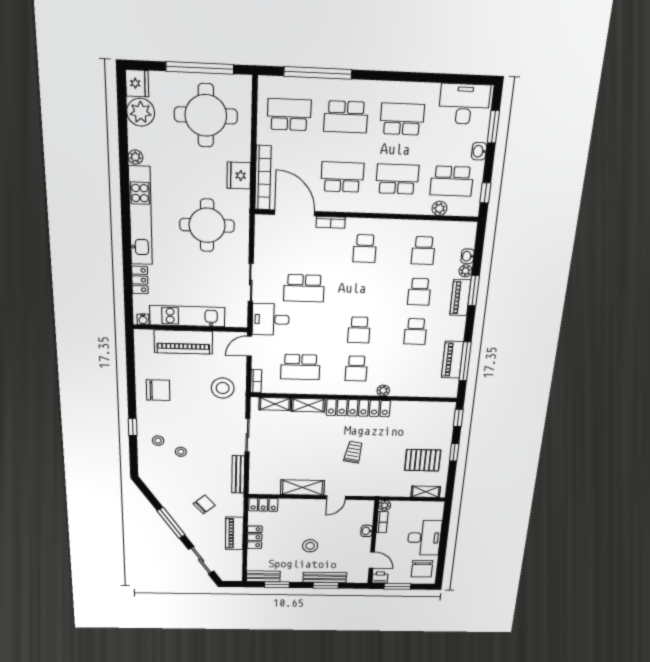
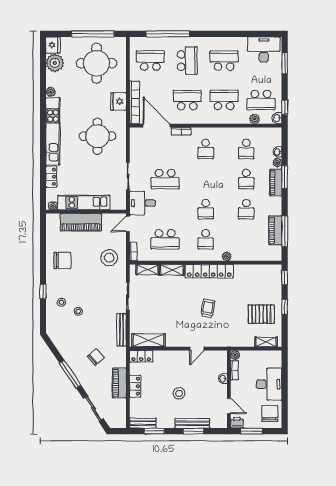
school desk: (346, 117) -> (187, 61), turned -90
washbasin: (479, 151) -> (277, 118), moved
shelving: (302, 488) -> (148, 340), moved
chair: (422, 569) -> (270, 414), turned 180

